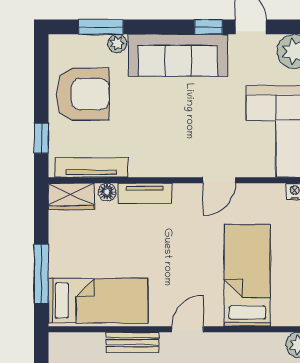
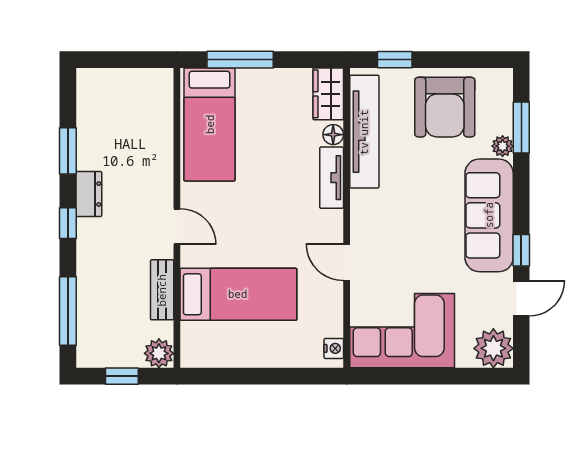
tv unit: (91, 168) -> (364, 132), width x1.36, depth x1.29
bench: (133, 342) -> (162, 290), moved

